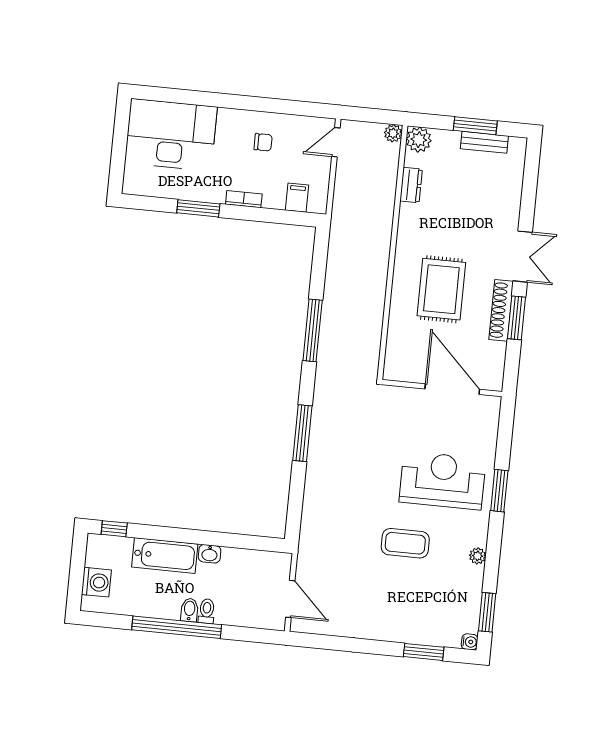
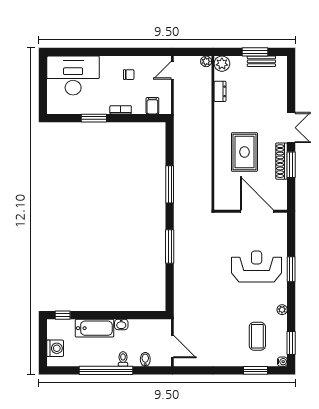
coffee table: (405, 543) -> (257, 336), moved, turned 90
bidet: (189, 610) -> (145, 359), moved

